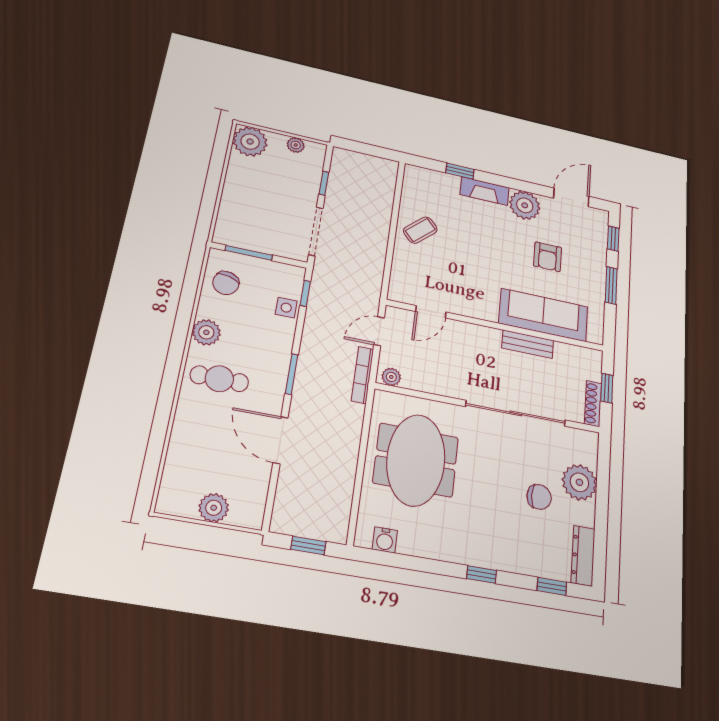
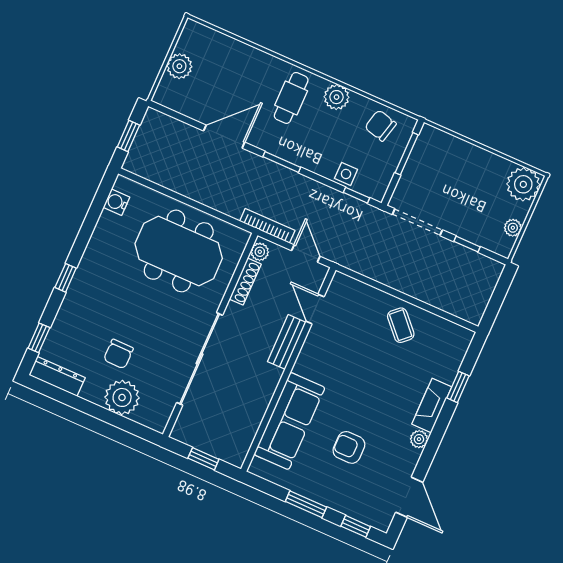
plant: (525, 205) -> (419, 439), width x0.53, depth x0.53
bench: (528, 344) -> (287, 342), moved
shoe rack: (593, 404) -> (245, 282), moved, turned 90

